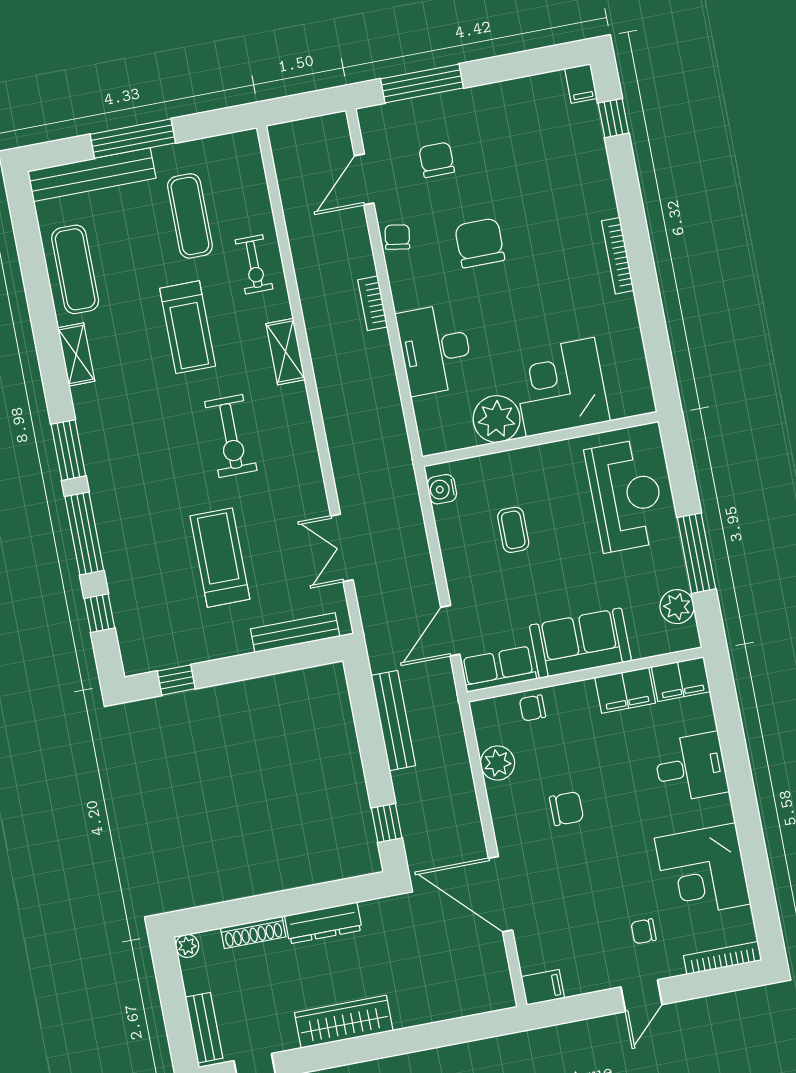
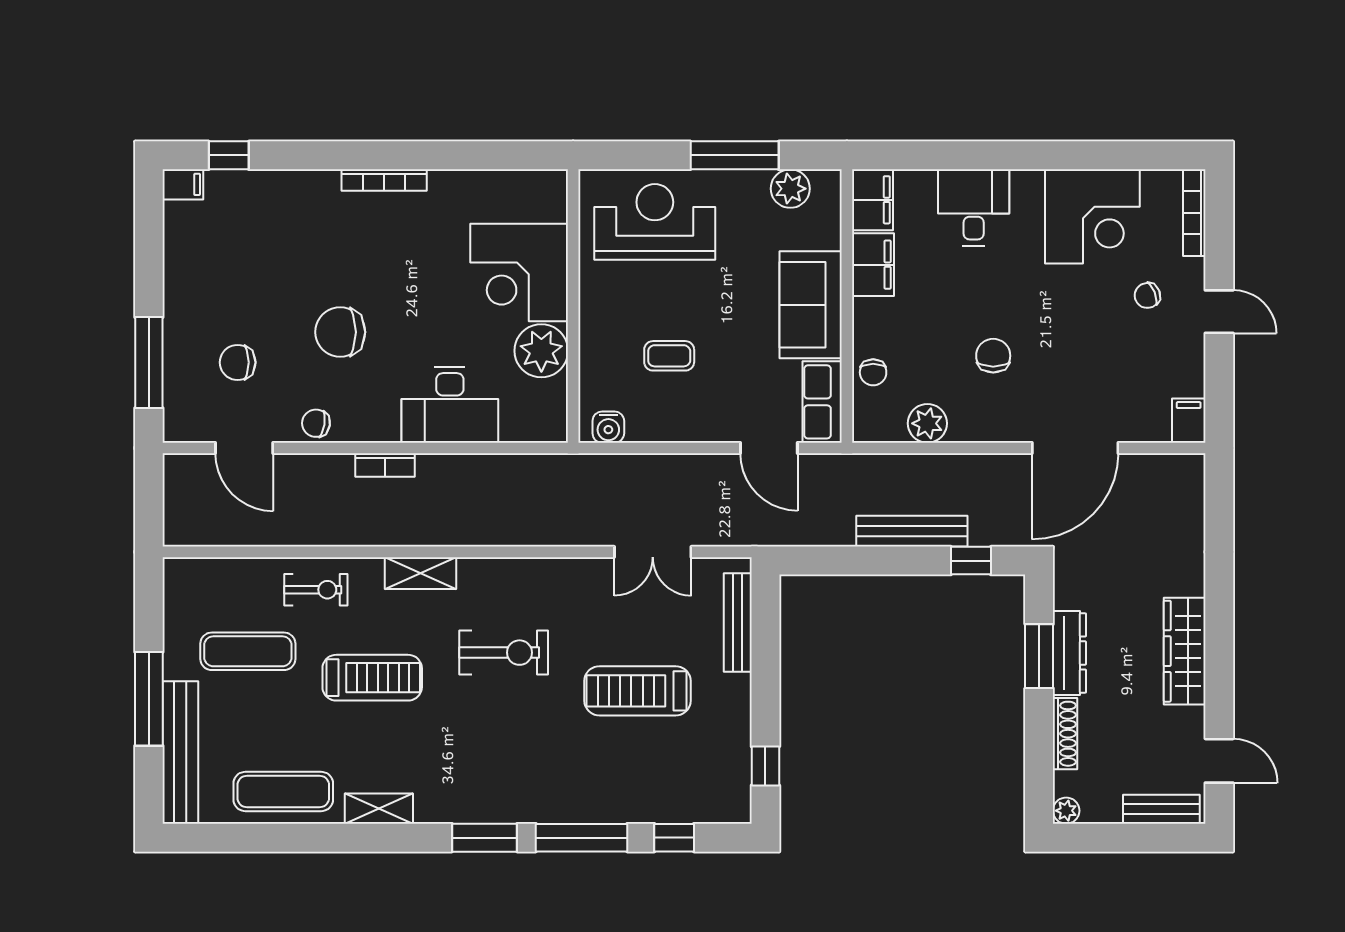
bench: (393, 721) -> (912, 531), moved
window: (316, 897) -> (1039, 656), added
chair: (644, 931) -> (1147, 295), turned 68

